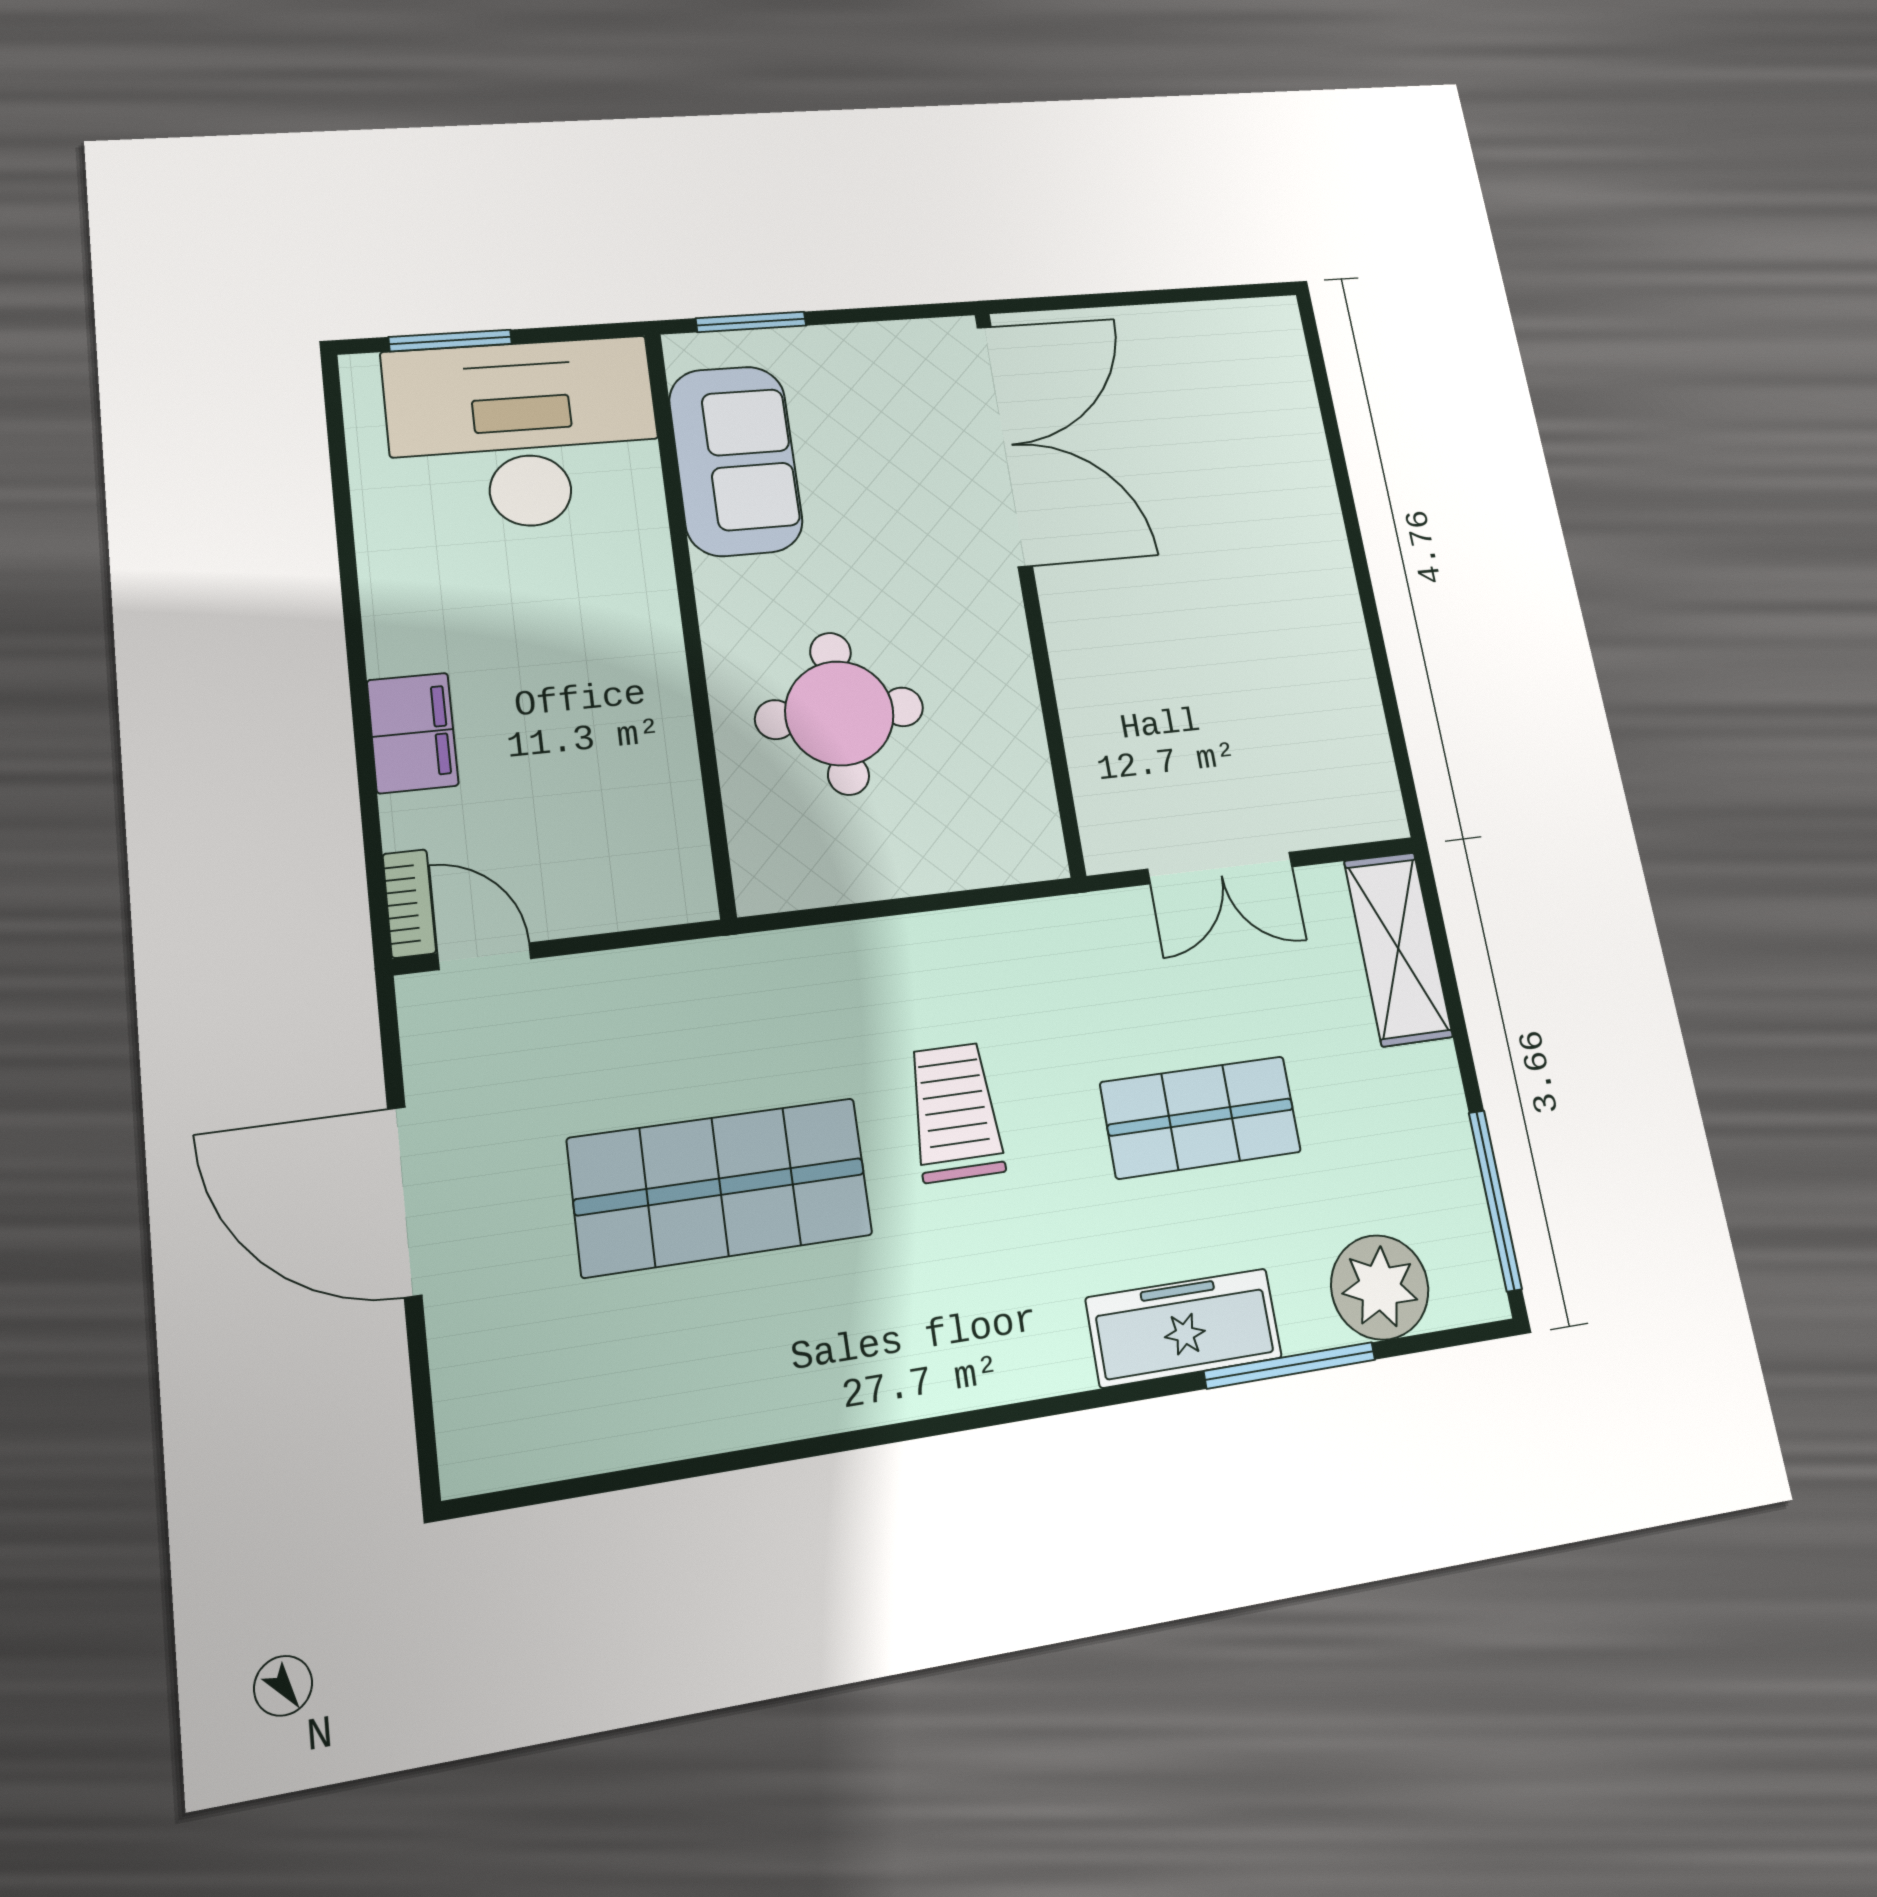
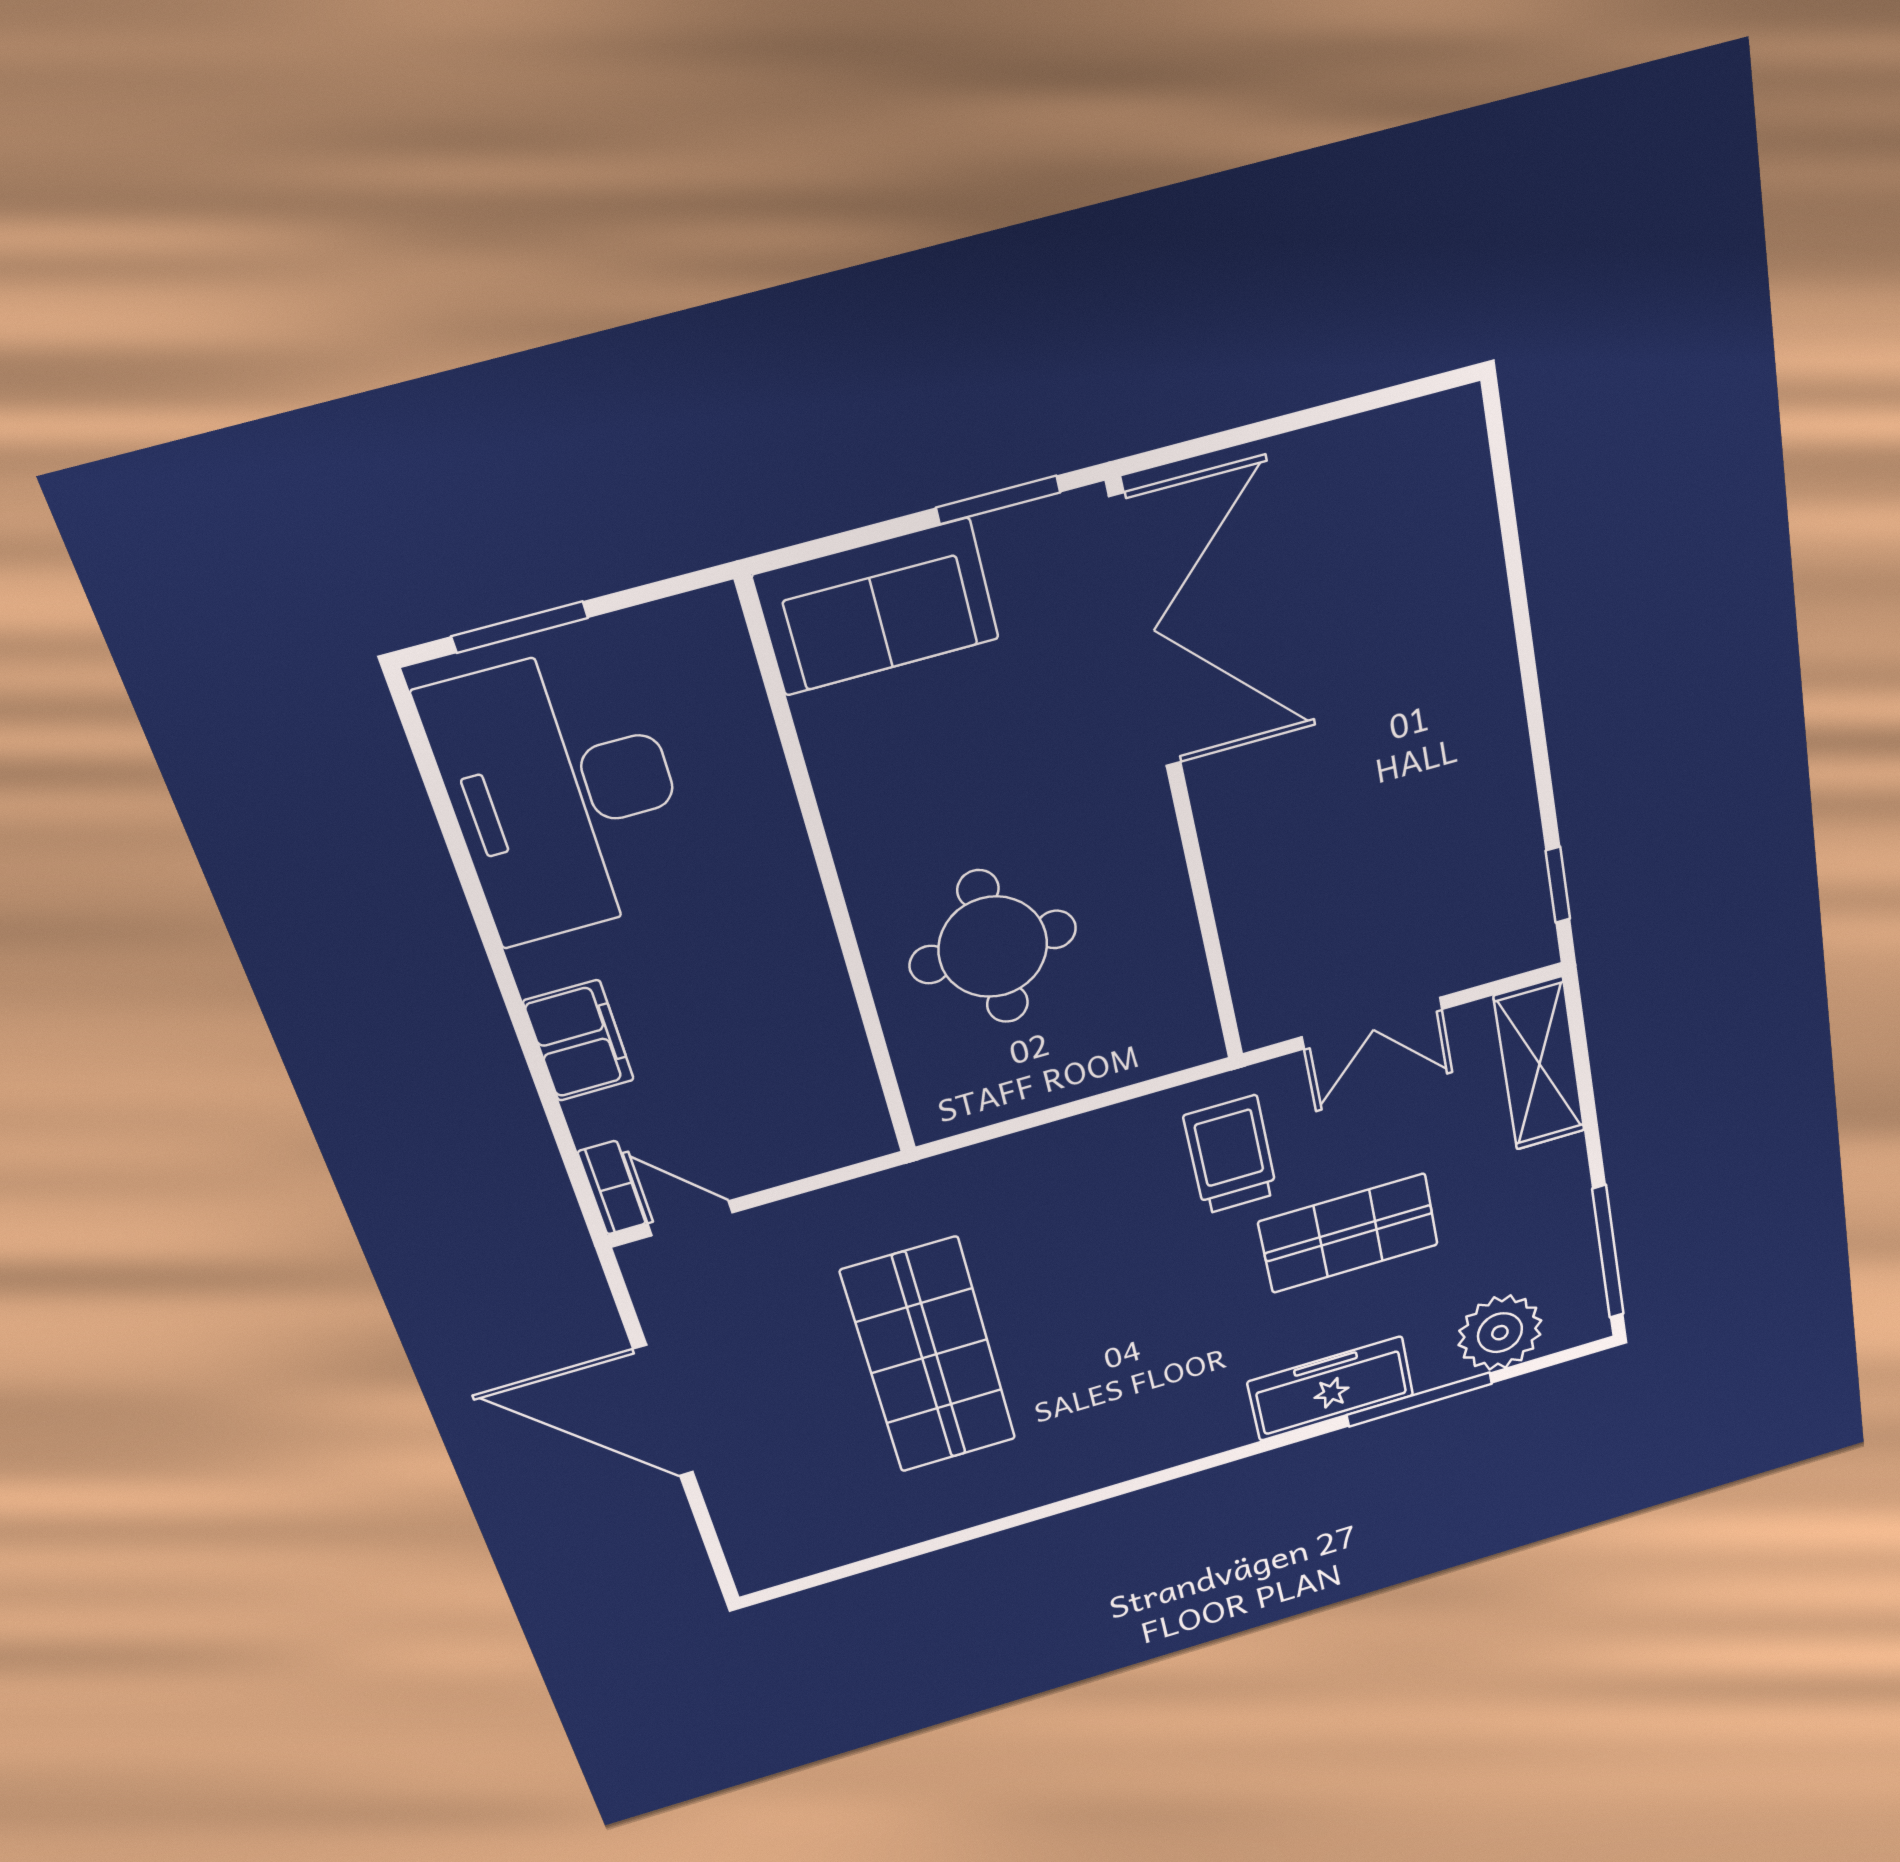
window: (751, 322) -> (998, 500), moved
desk: (524, 434) -> (562, 795), moved, turned -90
sofa: (736, 460) -> (877, 607), moved, turned 90
window: (1401, 754) -> (1558, 885), added
trolley: (955, 1112) -> (1231, 1155), moved
shop shelf: (720, 1187) -> (929, 1356), turned 90

